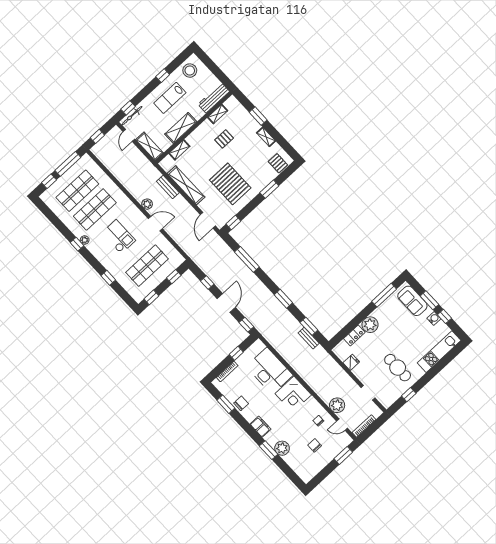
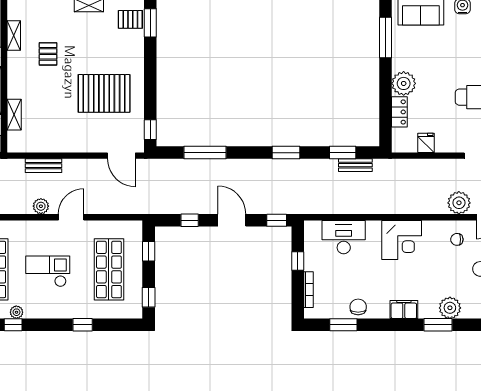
shelving: (186, 185) -> (60, 144), removed
window: (269, 189) -> (150, 23), moved
desk: (270, 371) -> (344, 237), width x0.73, depth x0.77

